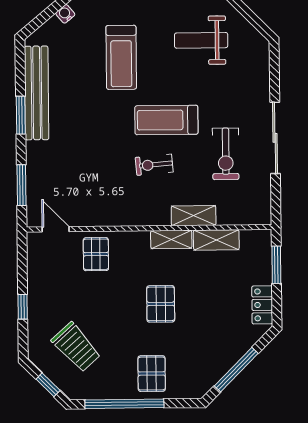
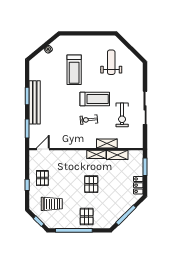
weight bench: (201, 40) -> (111, 62), turned 90
bench: (37, 93) -> (35, 102), moved
treadmill: (166, 120) -> (95, 99), turned 180
door: (56, 229) -> (43, 149), hinge flipped
pallet: (96, 254) -> (42, 178), moved
trolley: (76, 347) -> (52, 204), turned -48

